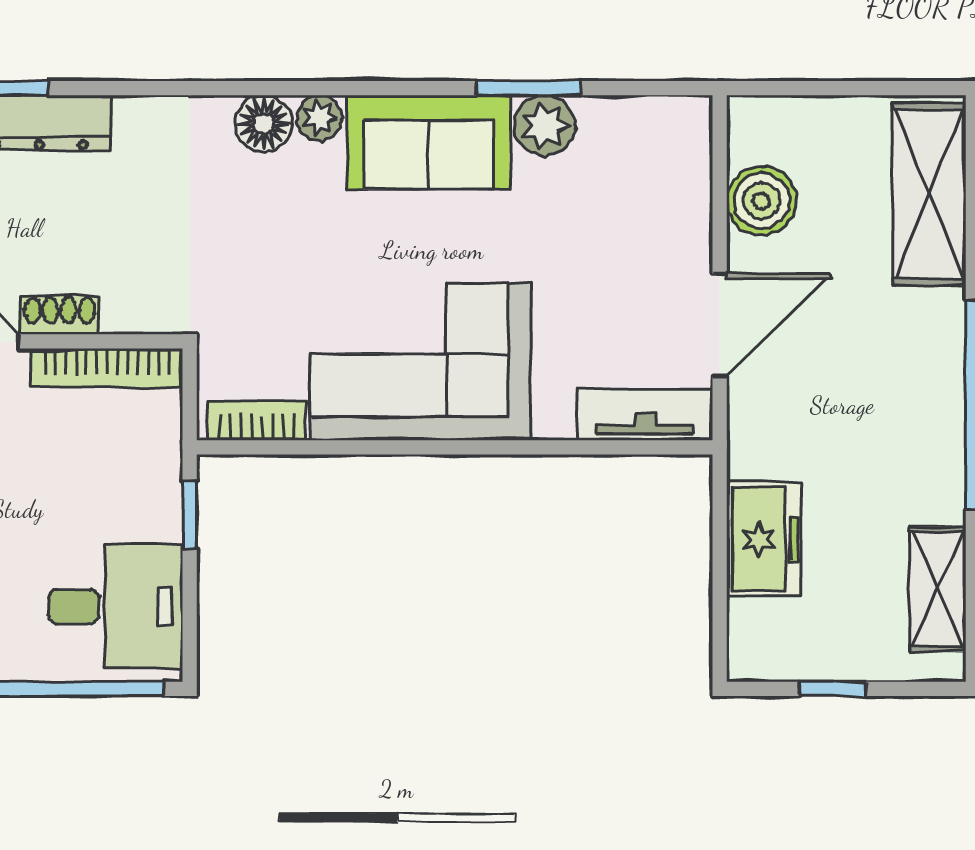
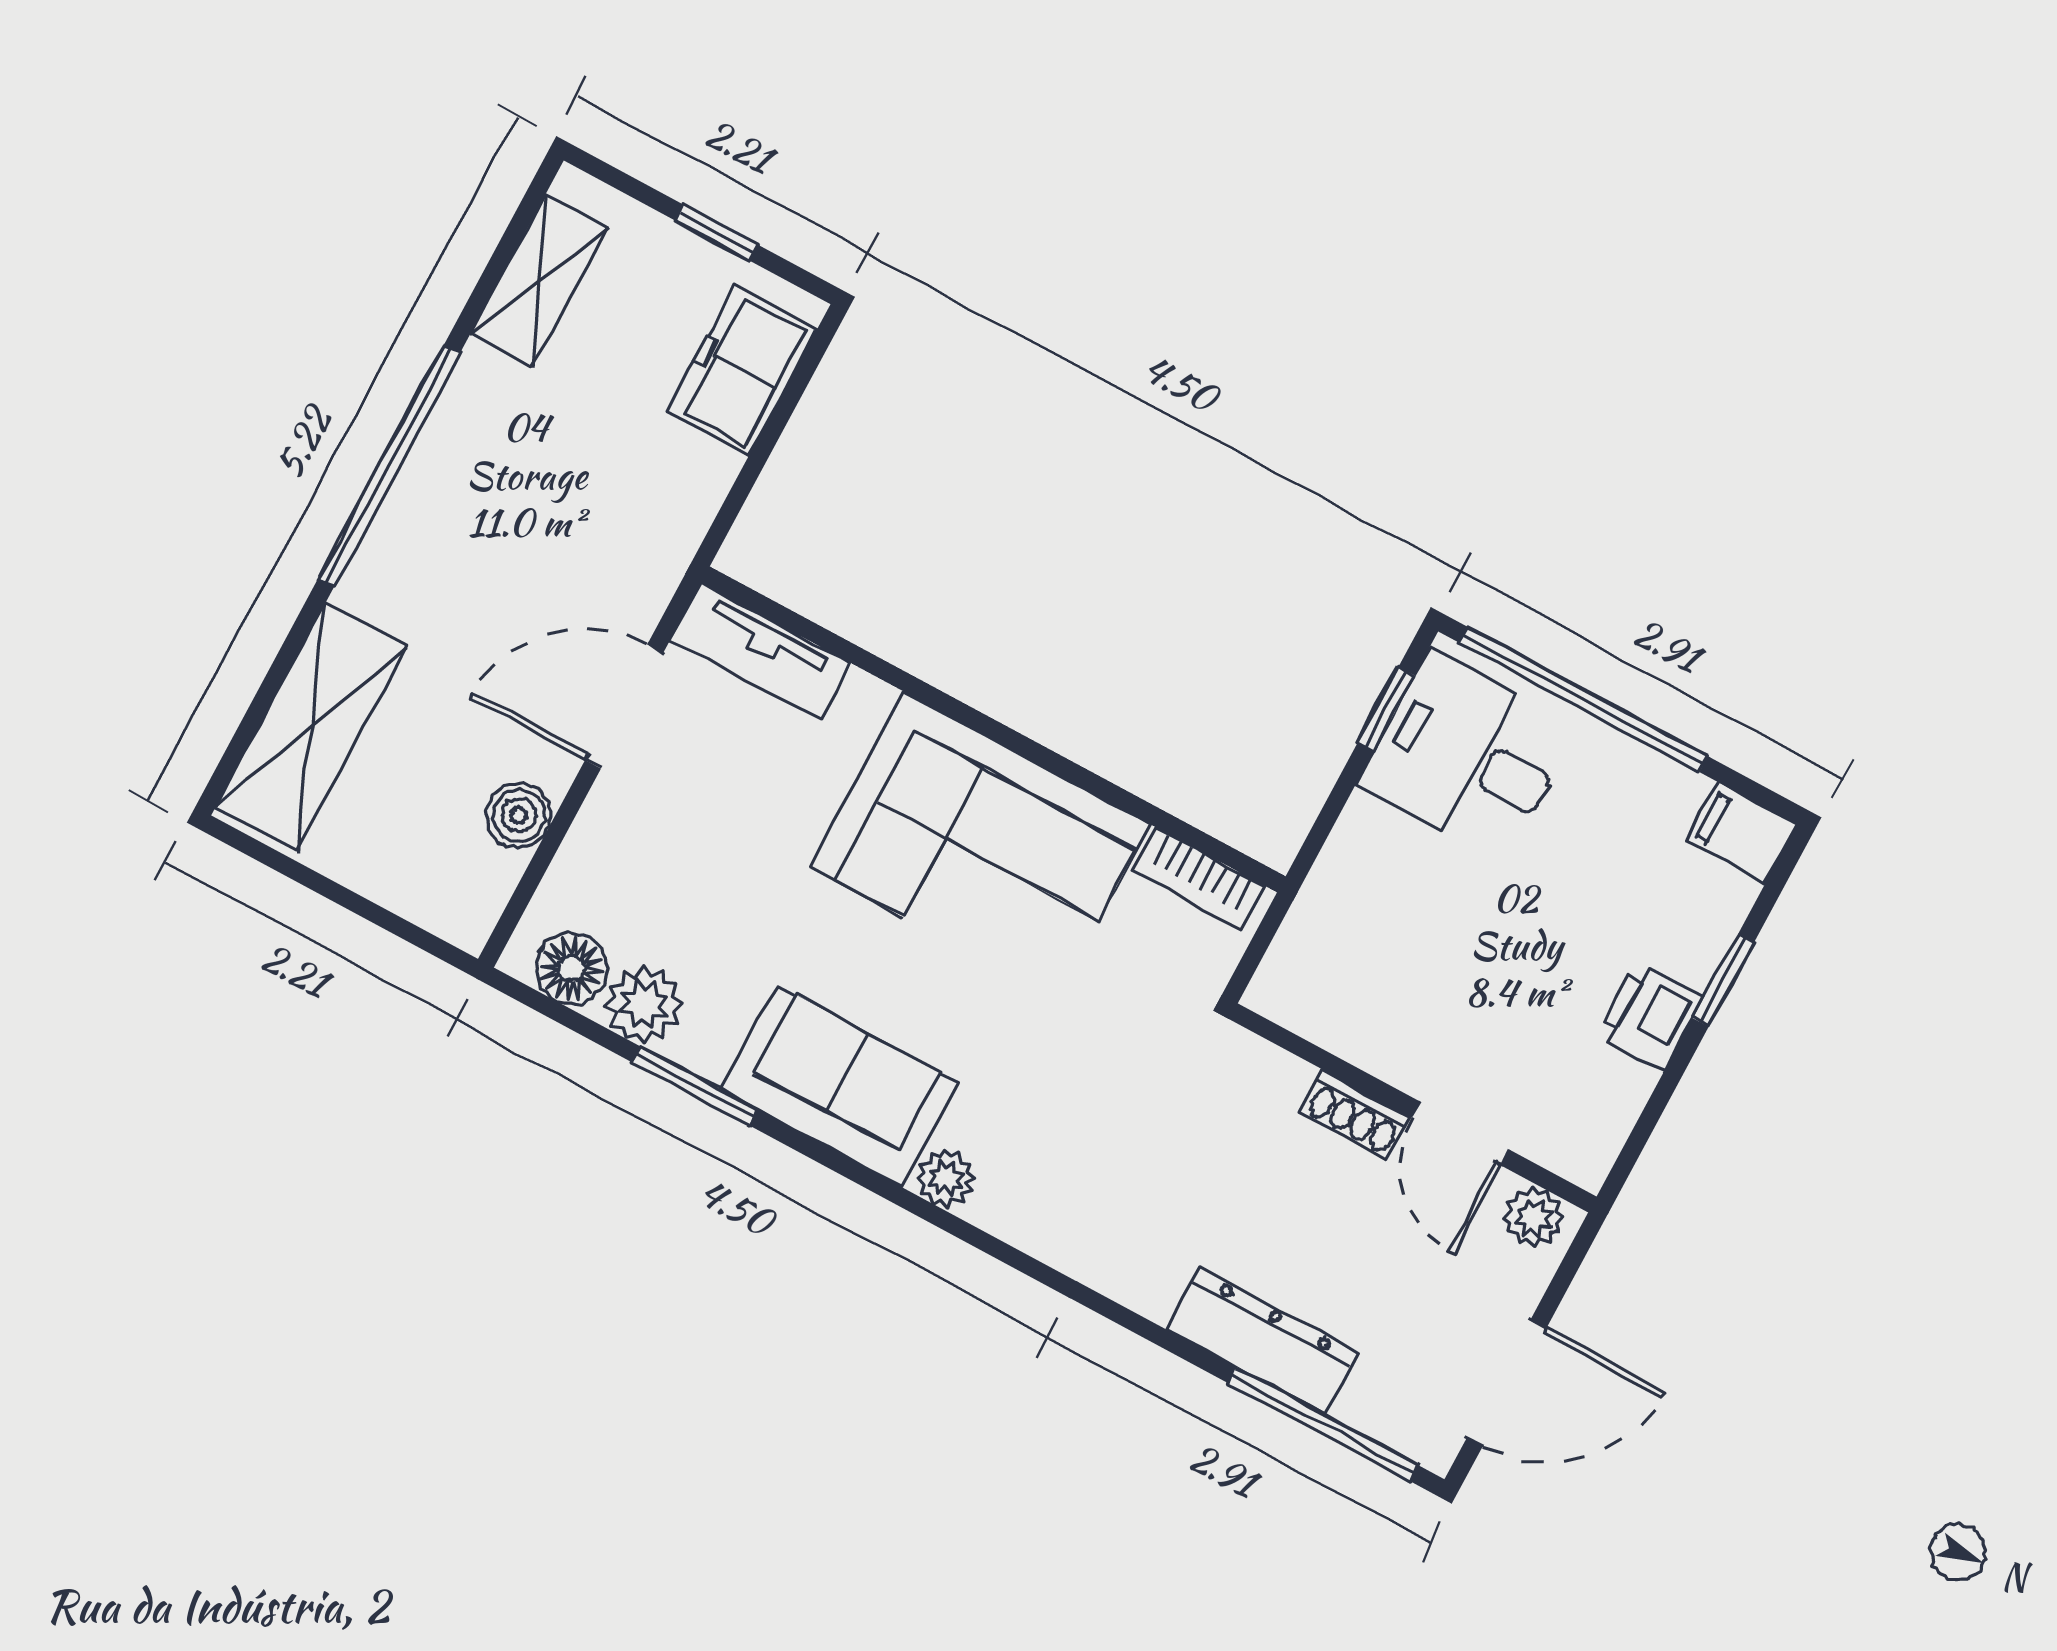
floor lamp: (264, 124) -> (572, 969), moved
plant: (545, 126) -> (644, 1005), moved
boiler: (761, 201) -> (519, 816), width x0.73, depth x0.73
bookcase: (107, 368) -> (1334, 1027), removed
window: (190, 515) -> (1386, 709), moved
freezer: (764, 539) -> (742, 370), moved

